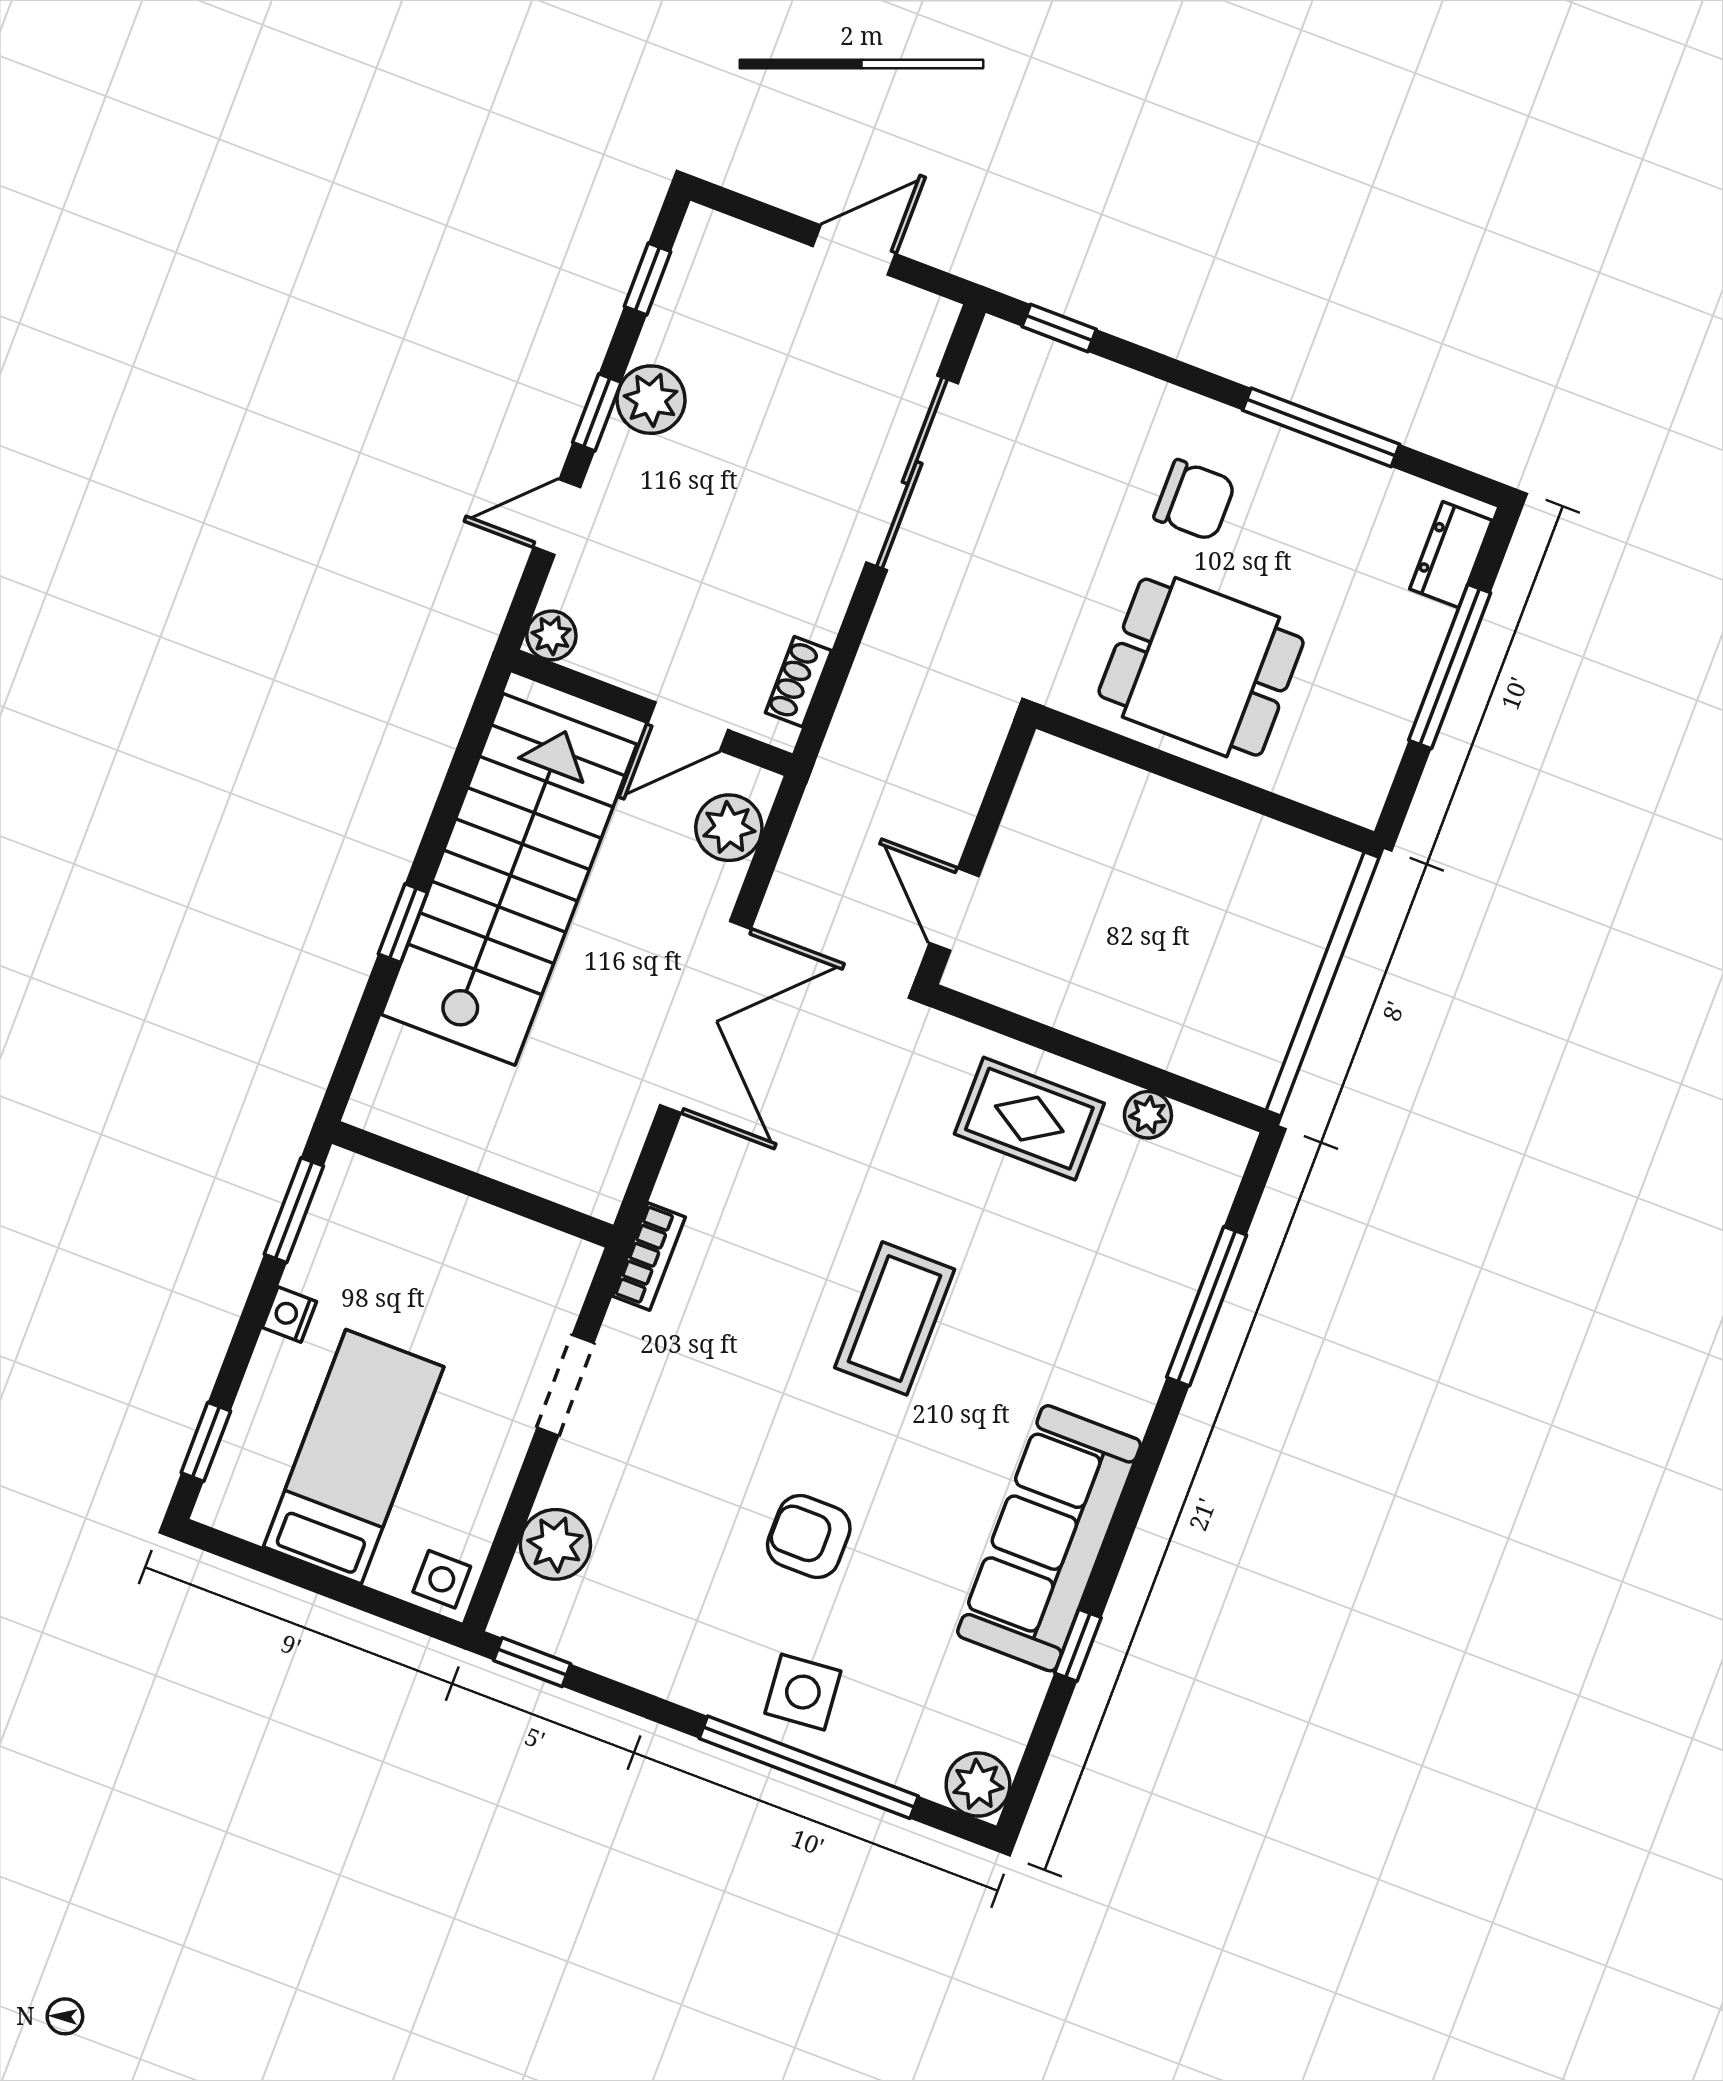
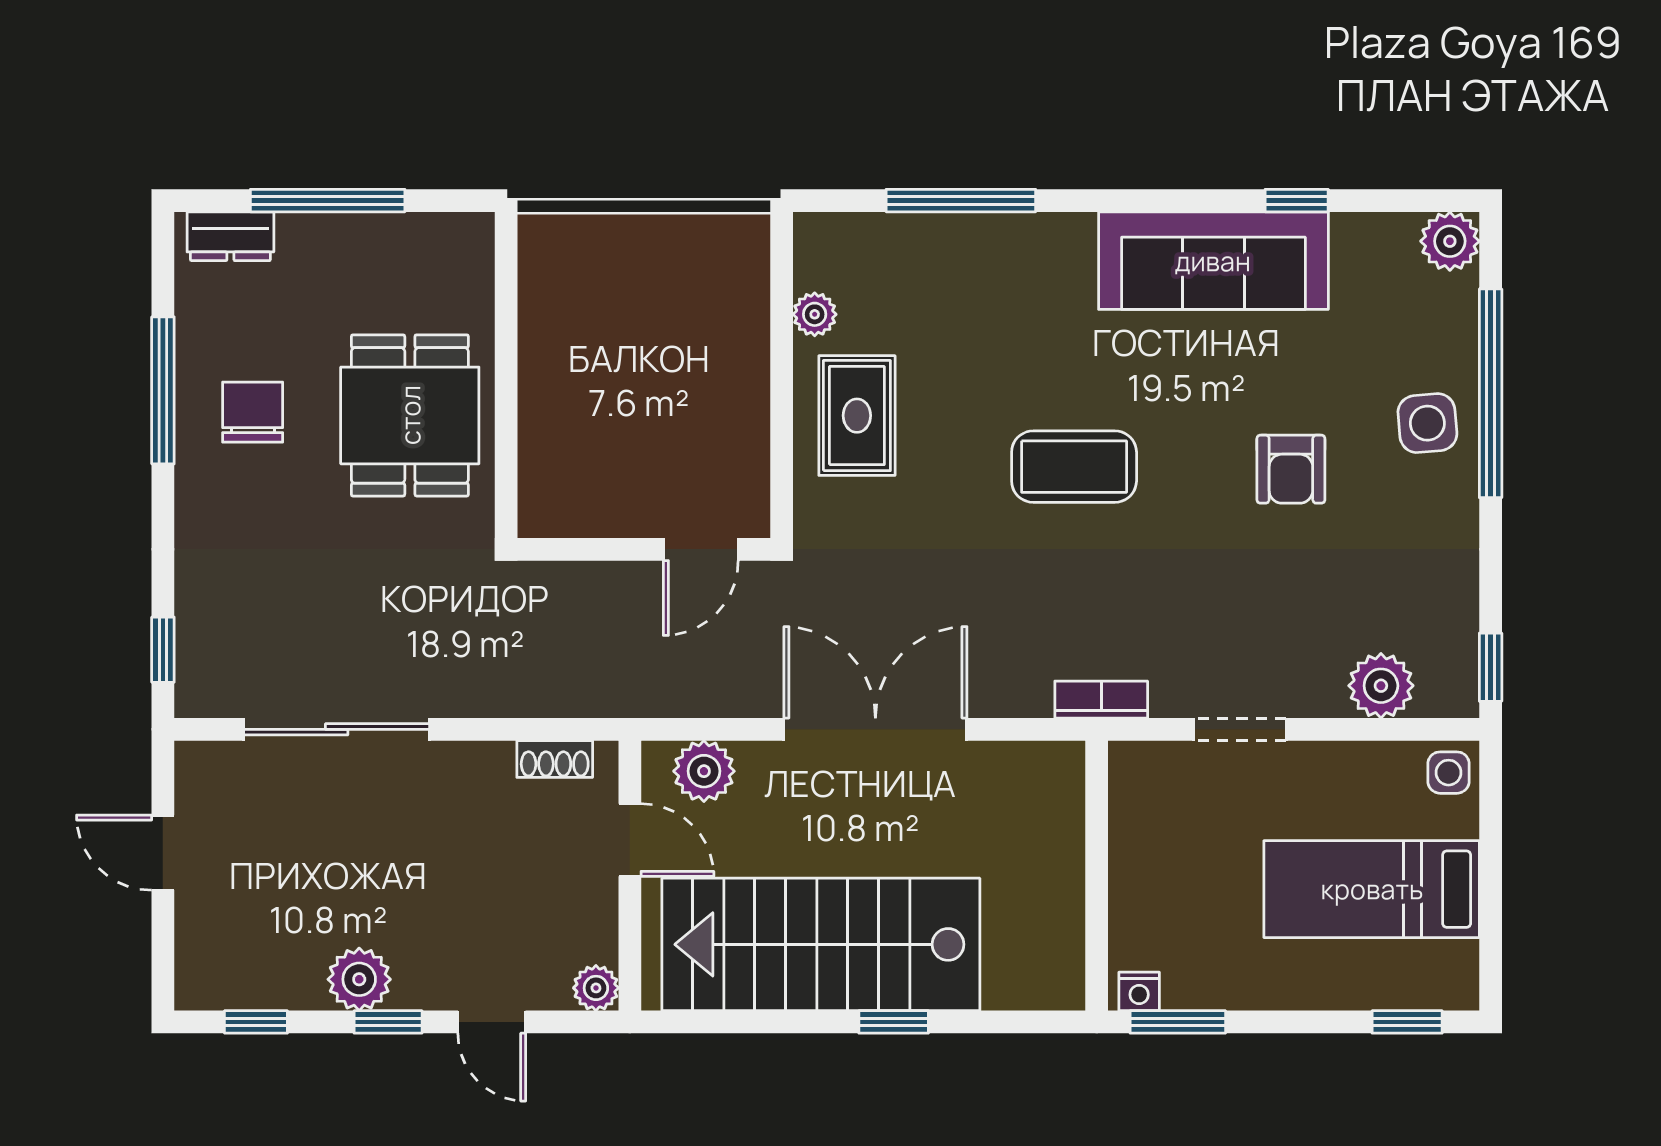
chair: (1195, 500) -> (253, 412), moved
nightstand: (289, 1314) -> (1139, 991), moved

